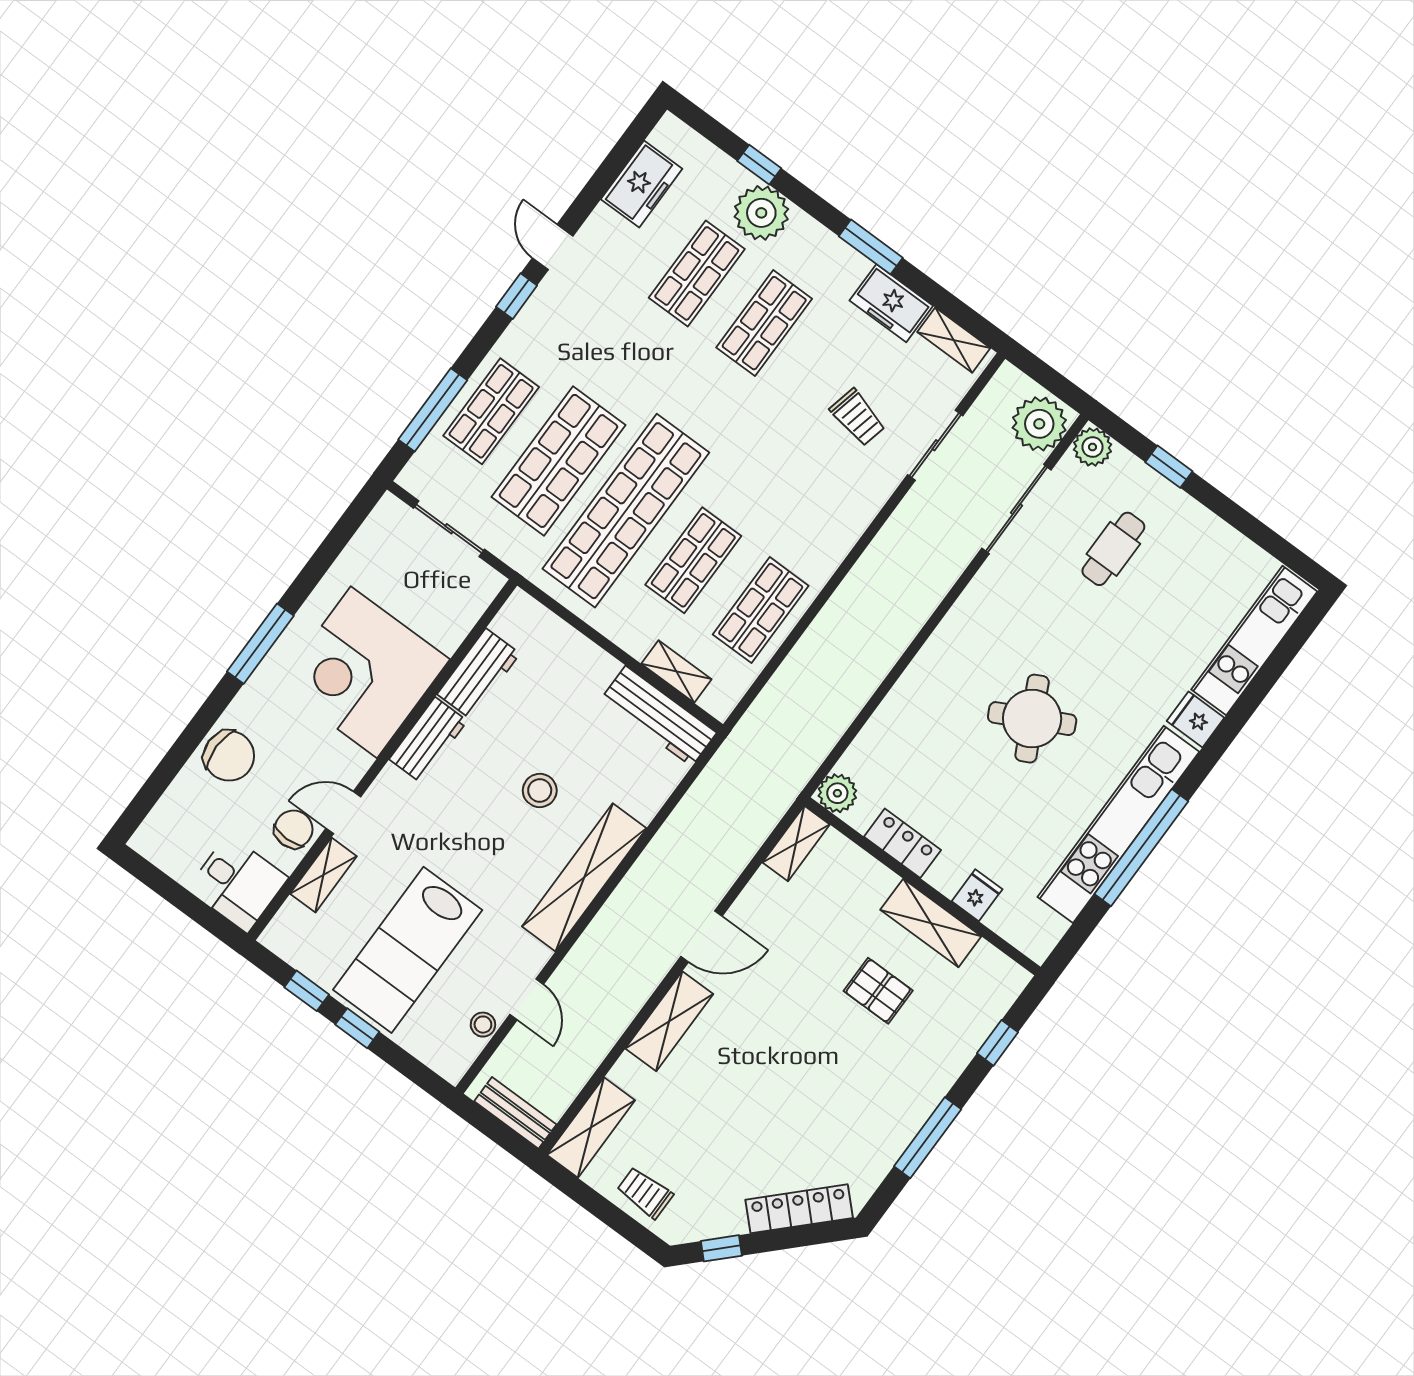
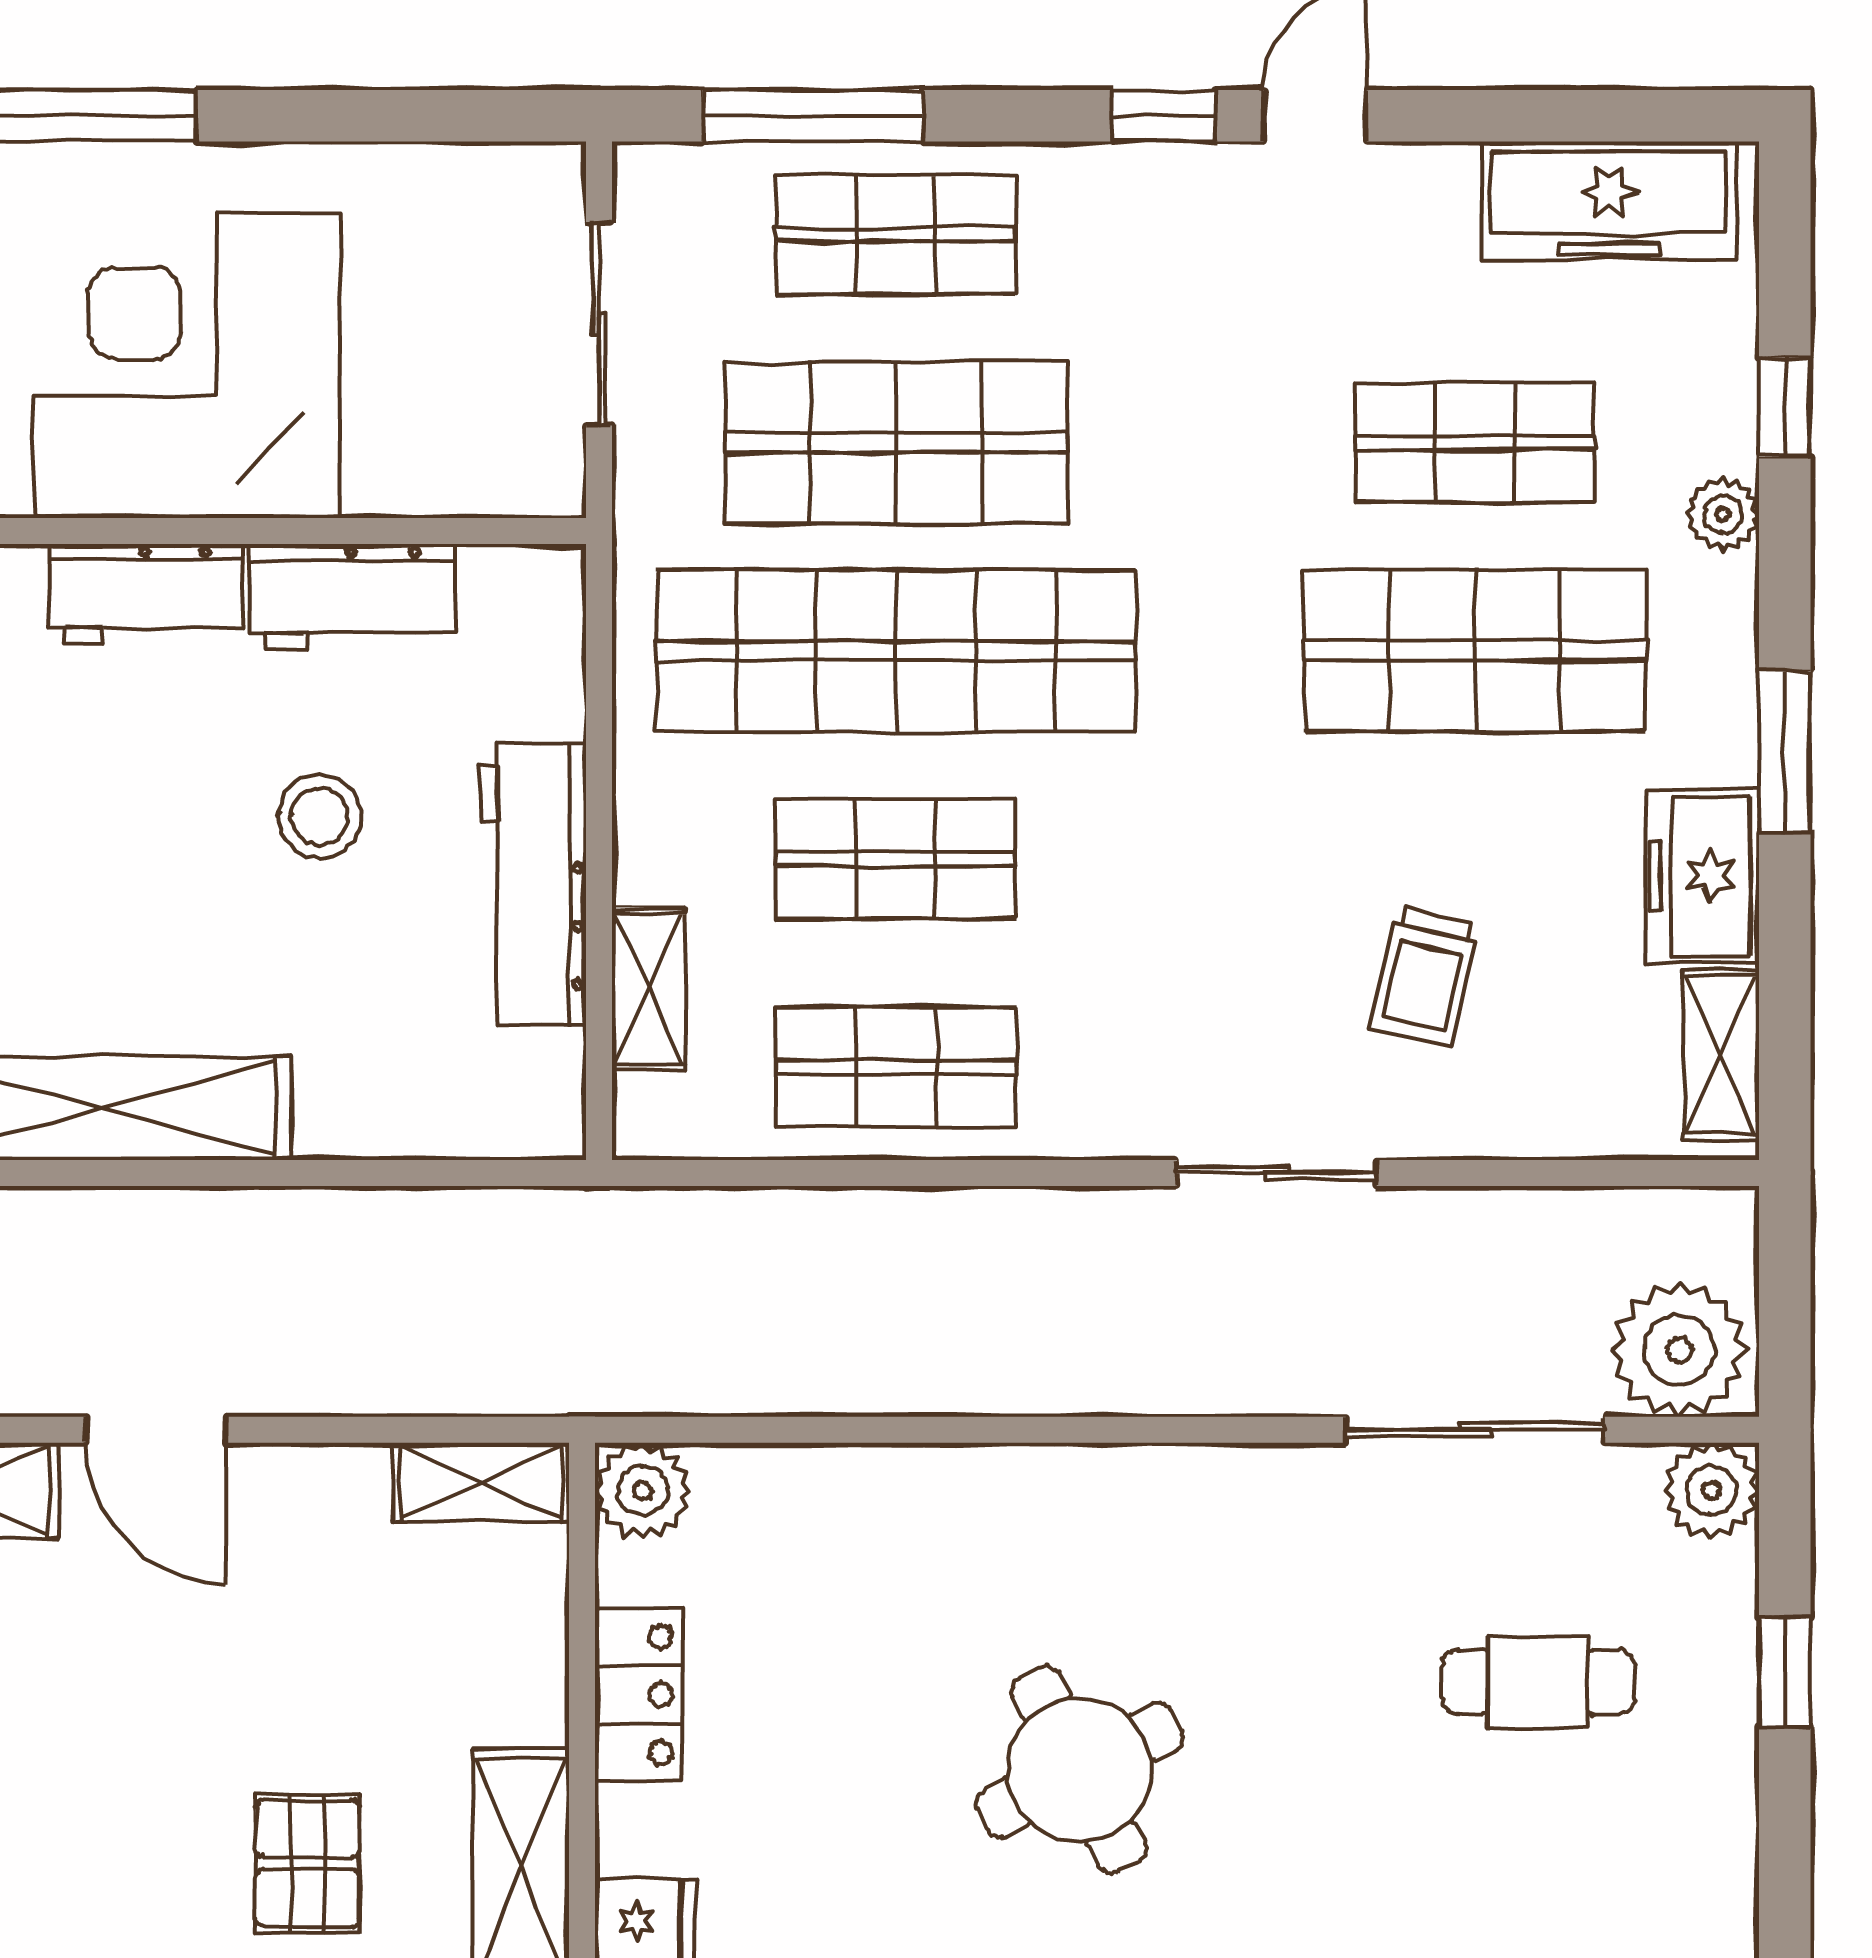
freezer: (642, 184) -> (1609, 201), width x1.40
plant: (761, 213) -> (1723, 514), width x0.53, depth x0.53
shop shelf: (764, 323) -> (1475, 651), width x1.43, depth x1.36
sliding door: (935, 445) -> (1277, 1173), moved
workbench: (659, 716) -> (533, 884), moved
stool: (540, 790) -> (319, 816), moved

